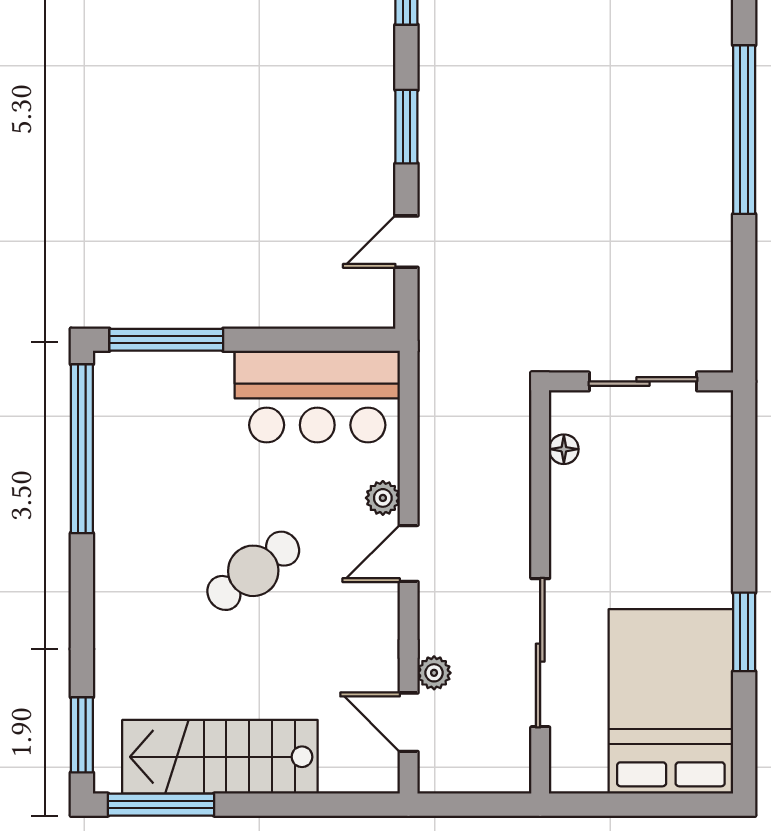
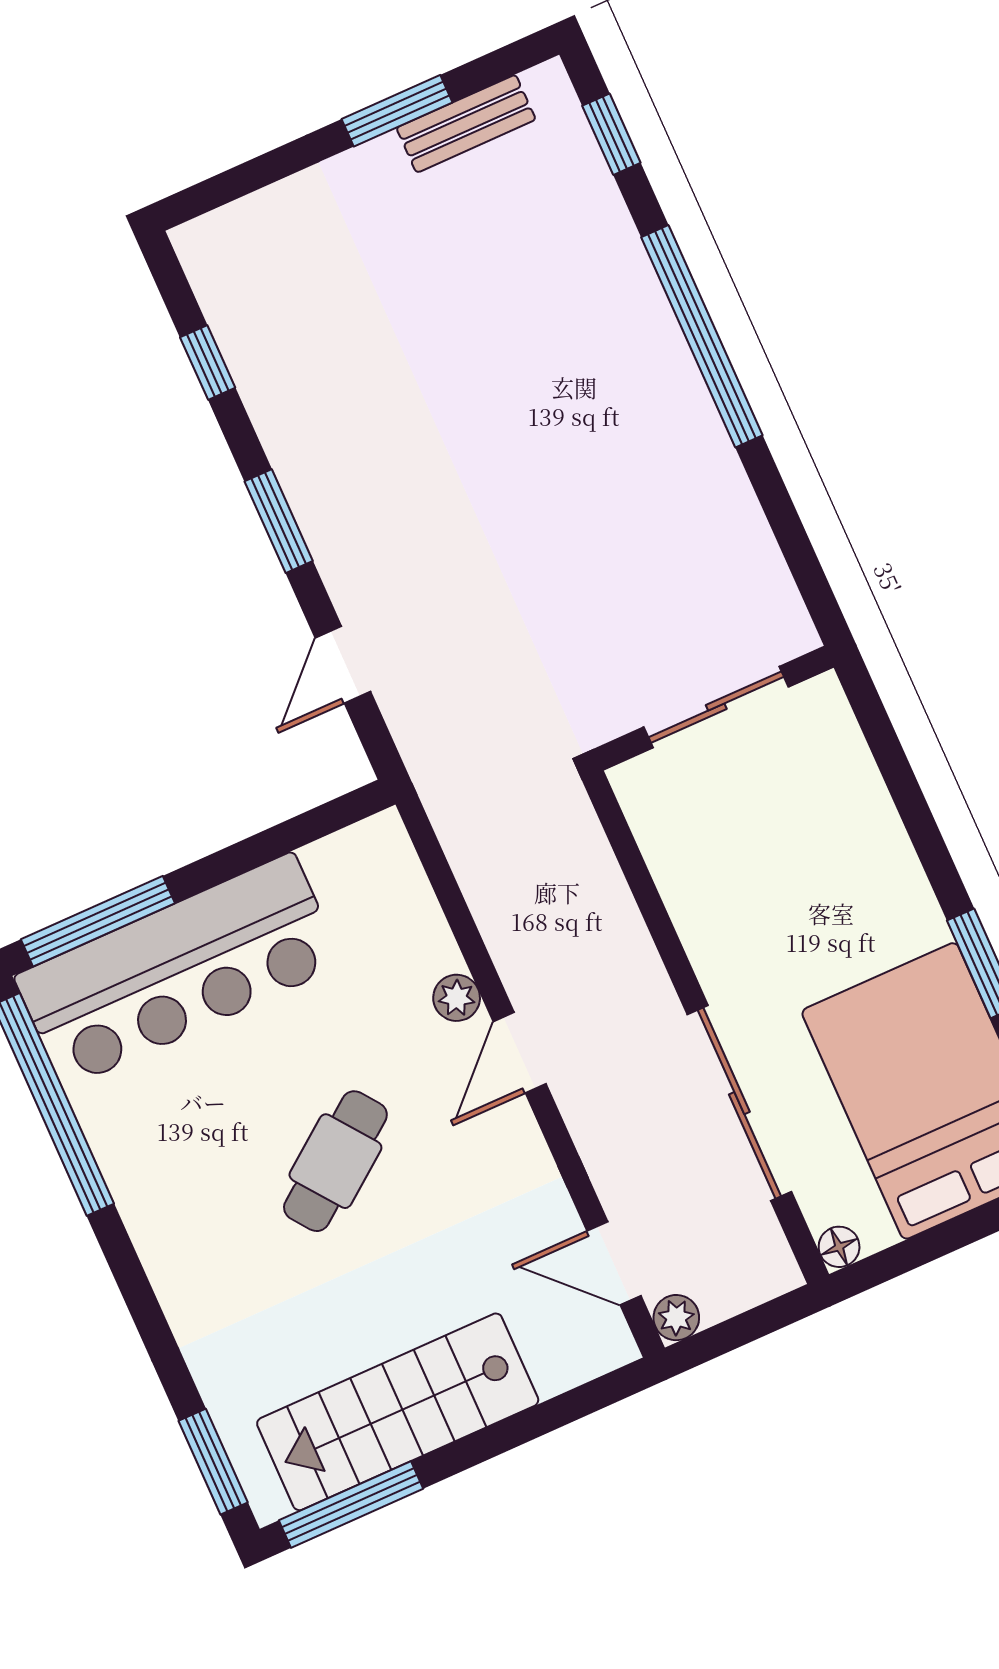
bar counter: (317, 397) -> (178, 970), moved, width x1.36
floor lamp: (564, 449) -> (839, 1247), moved
plant: (434, 673) -> (676, 1318), moved

